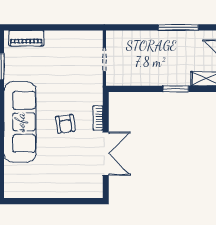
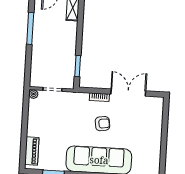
plant: (97, 36) -> (34, 94), added
window: (176, 89) -> (78, 66), moved

